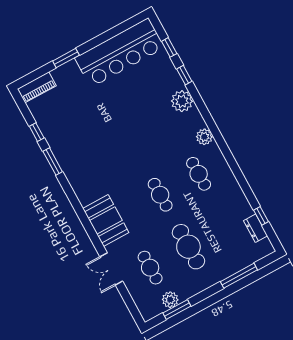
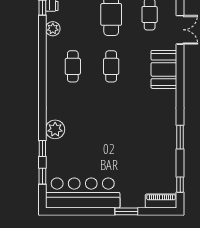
window: (37, 132) -> (180, 185), moved
plant: (204, 137) -> (53, 29), moved

